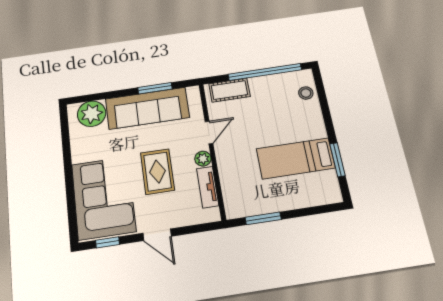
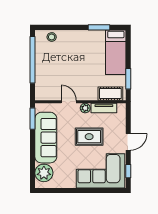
window: (155, 88) -> (33, 119), moved
cot: (229, 90) -> (110, 94), moved, turned 90
bed: (296, 158) -> (116, 52), moved

